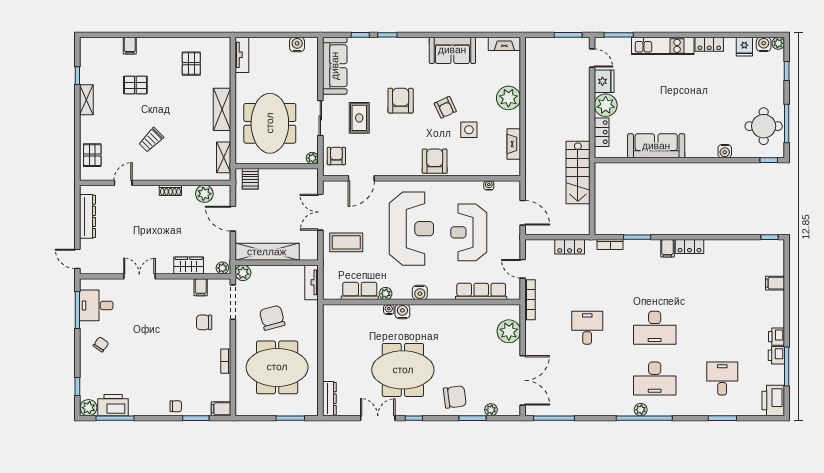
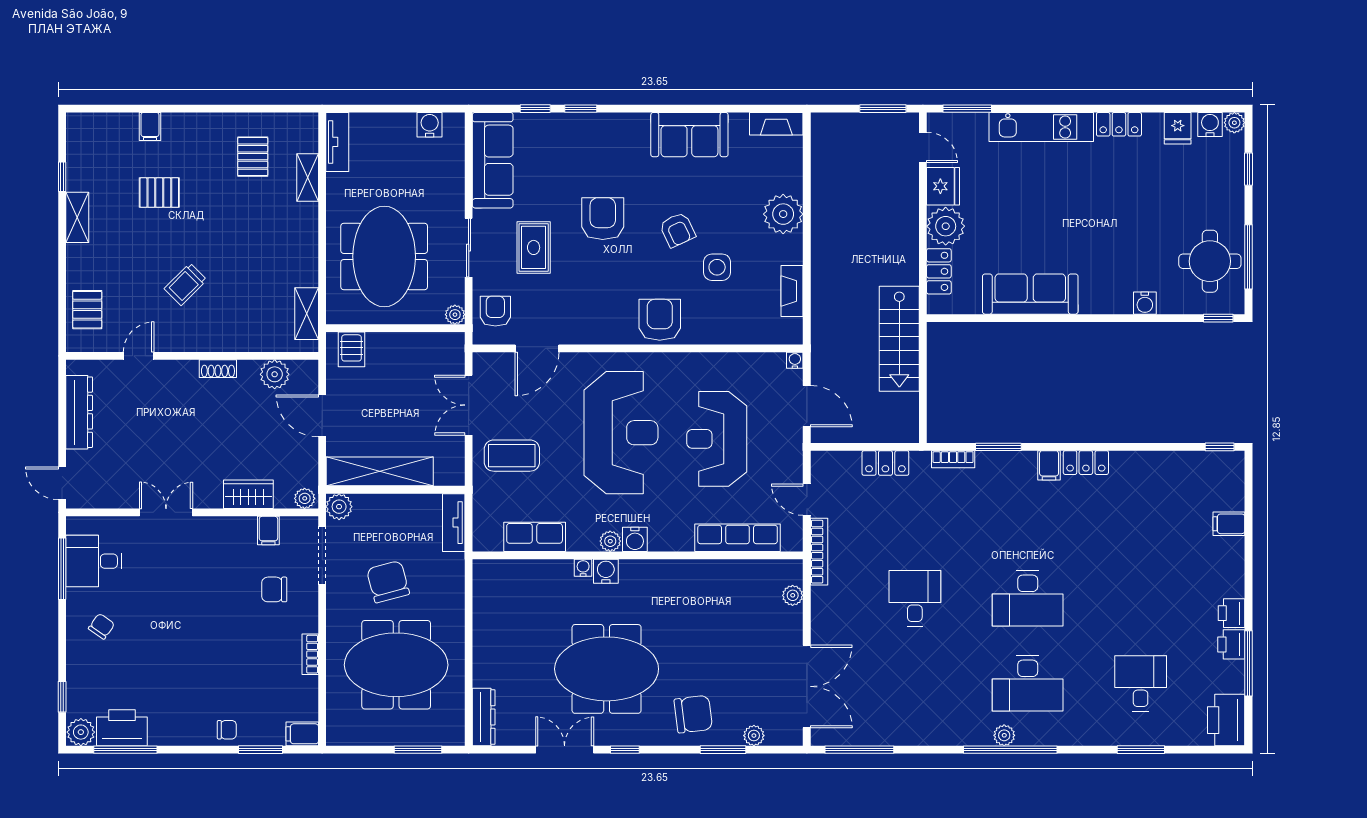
shelving: (222, 109) -> (308, 177), moved, width x0.67, depth x0.75
water cooler: (489, 185) -> (795, 360), moved
plant: (386, 294) -> (610, 541), moved
plant: (509, 331) -> (793, 595), width x0.53, depth x0.53

